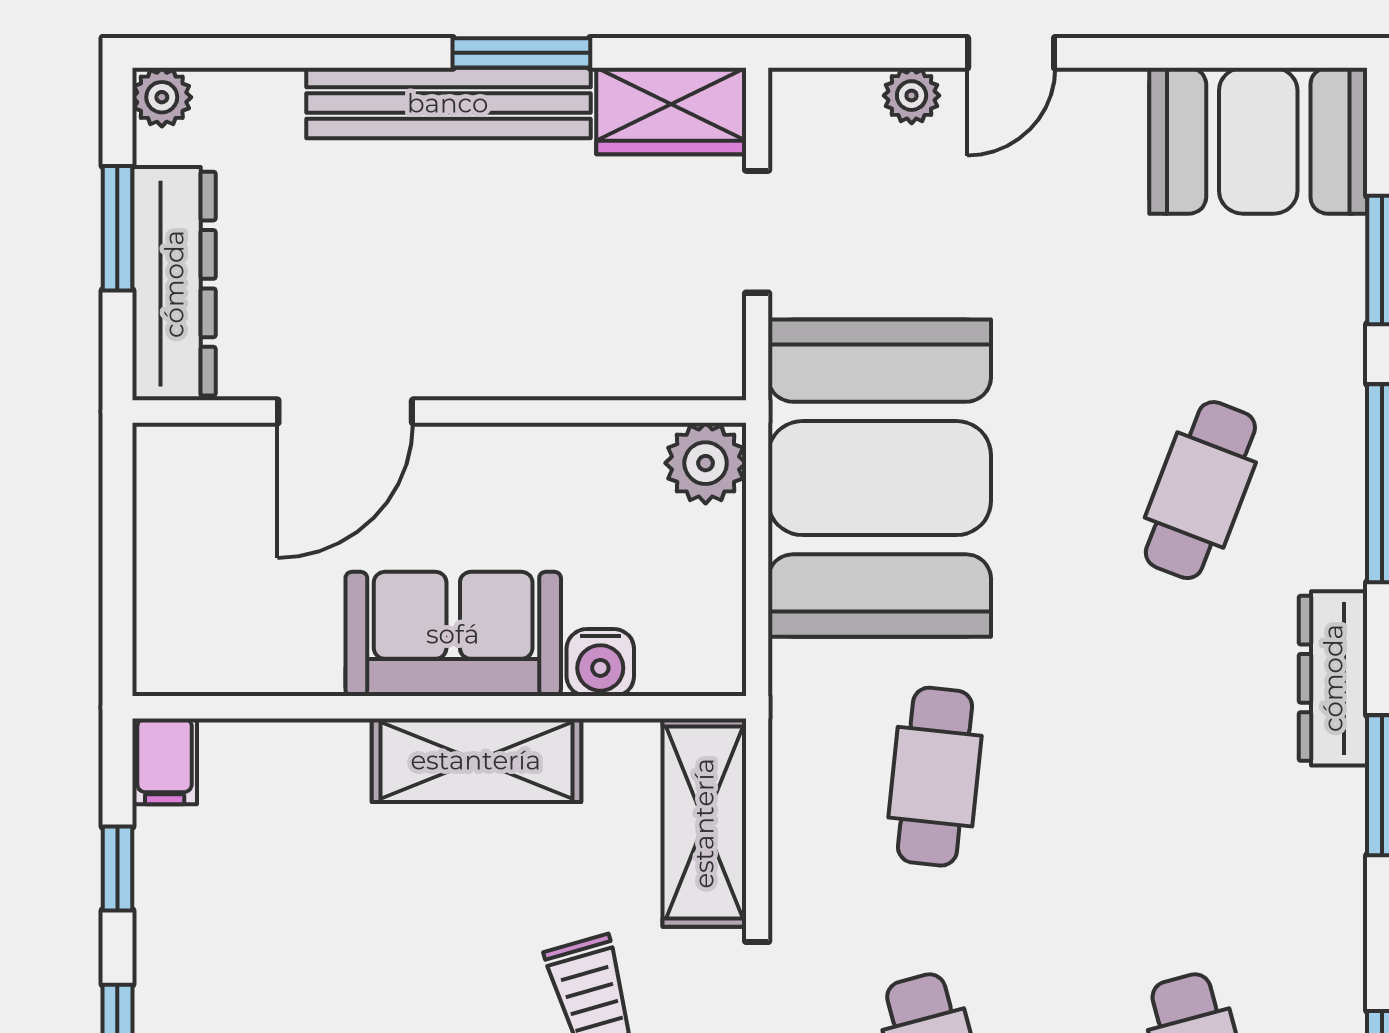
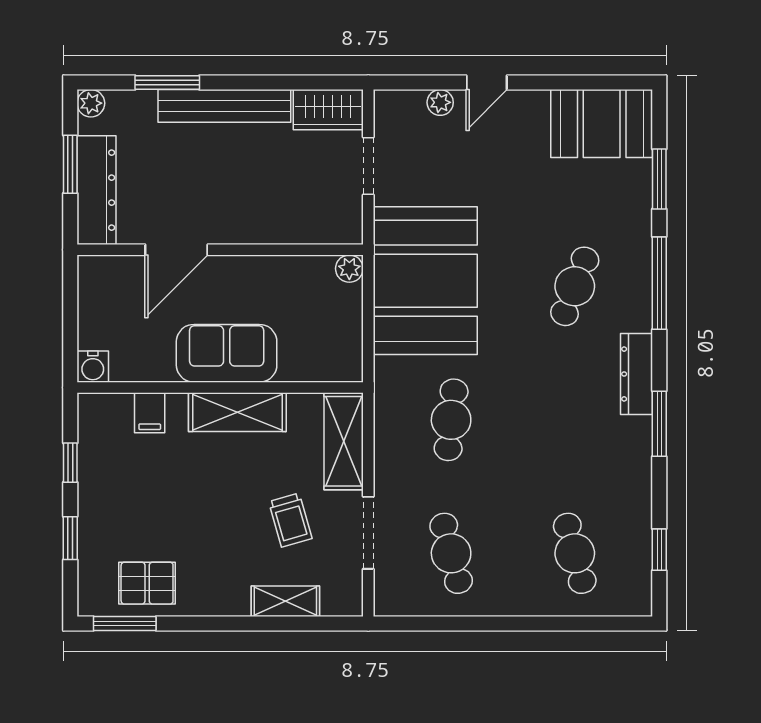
window: (521, 53) -> (167, 83), moved
plant: (706, 463) -> (349, 269), width x0.73, depth x0.73
water cooler: (600, 663) -> (93, 367), moved
filing cabinet: (165, 761) -> (150, 413), moved

